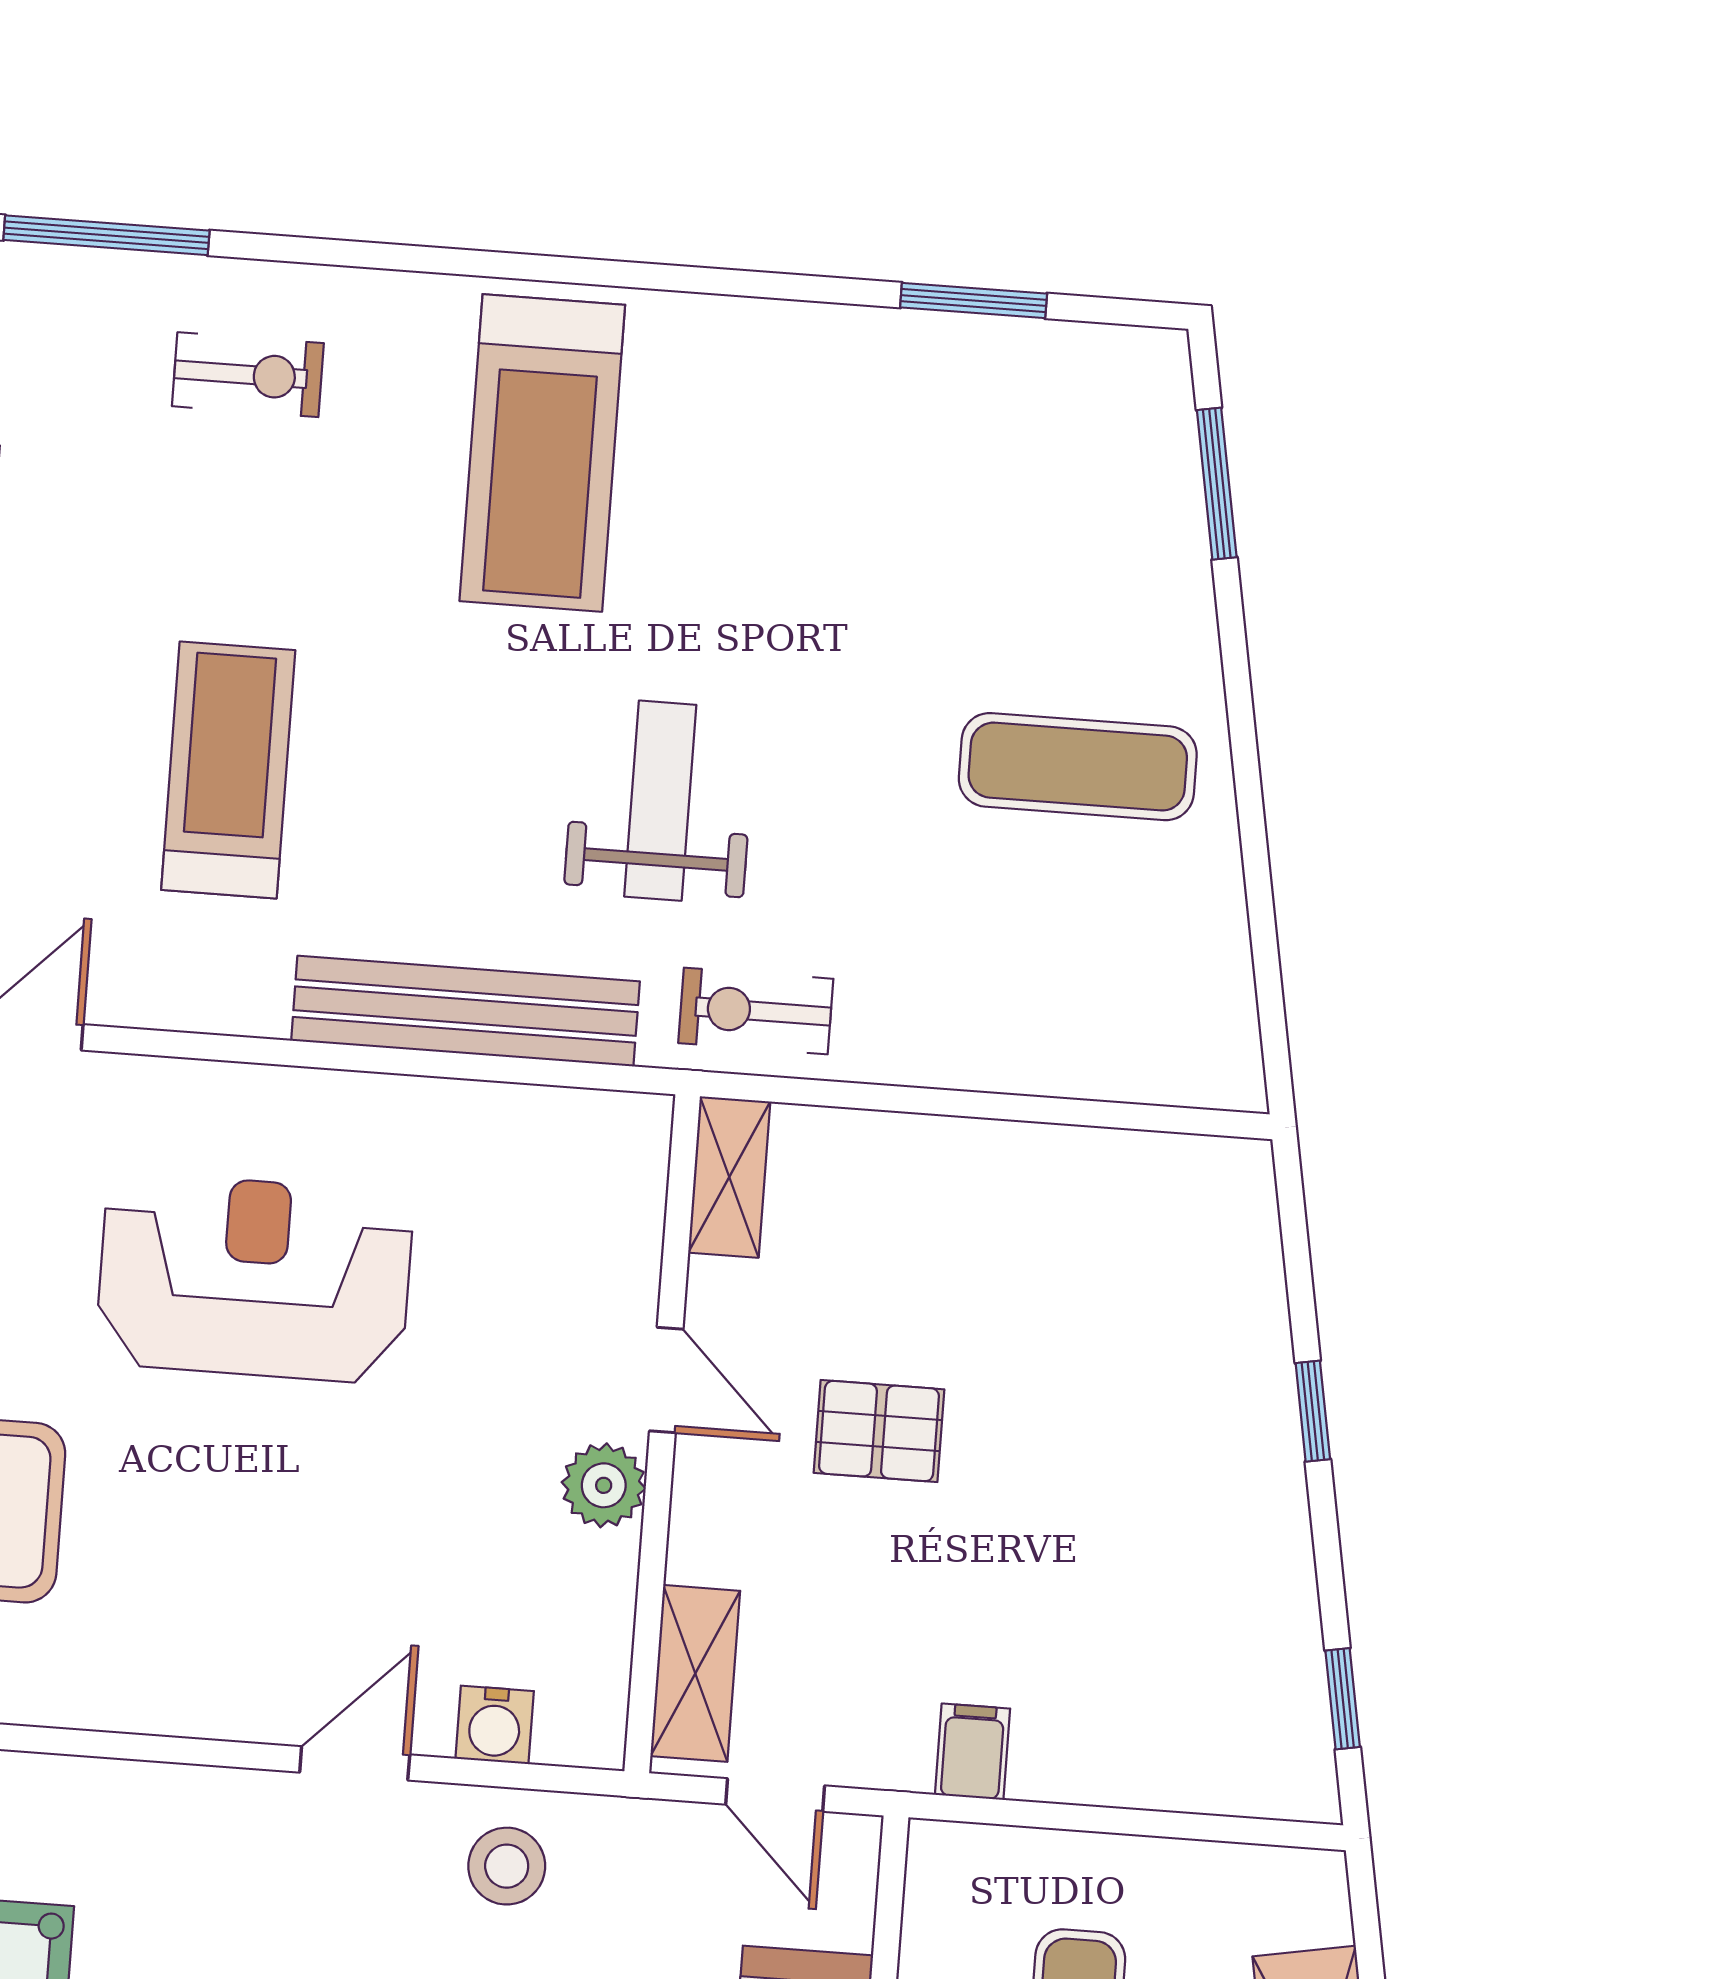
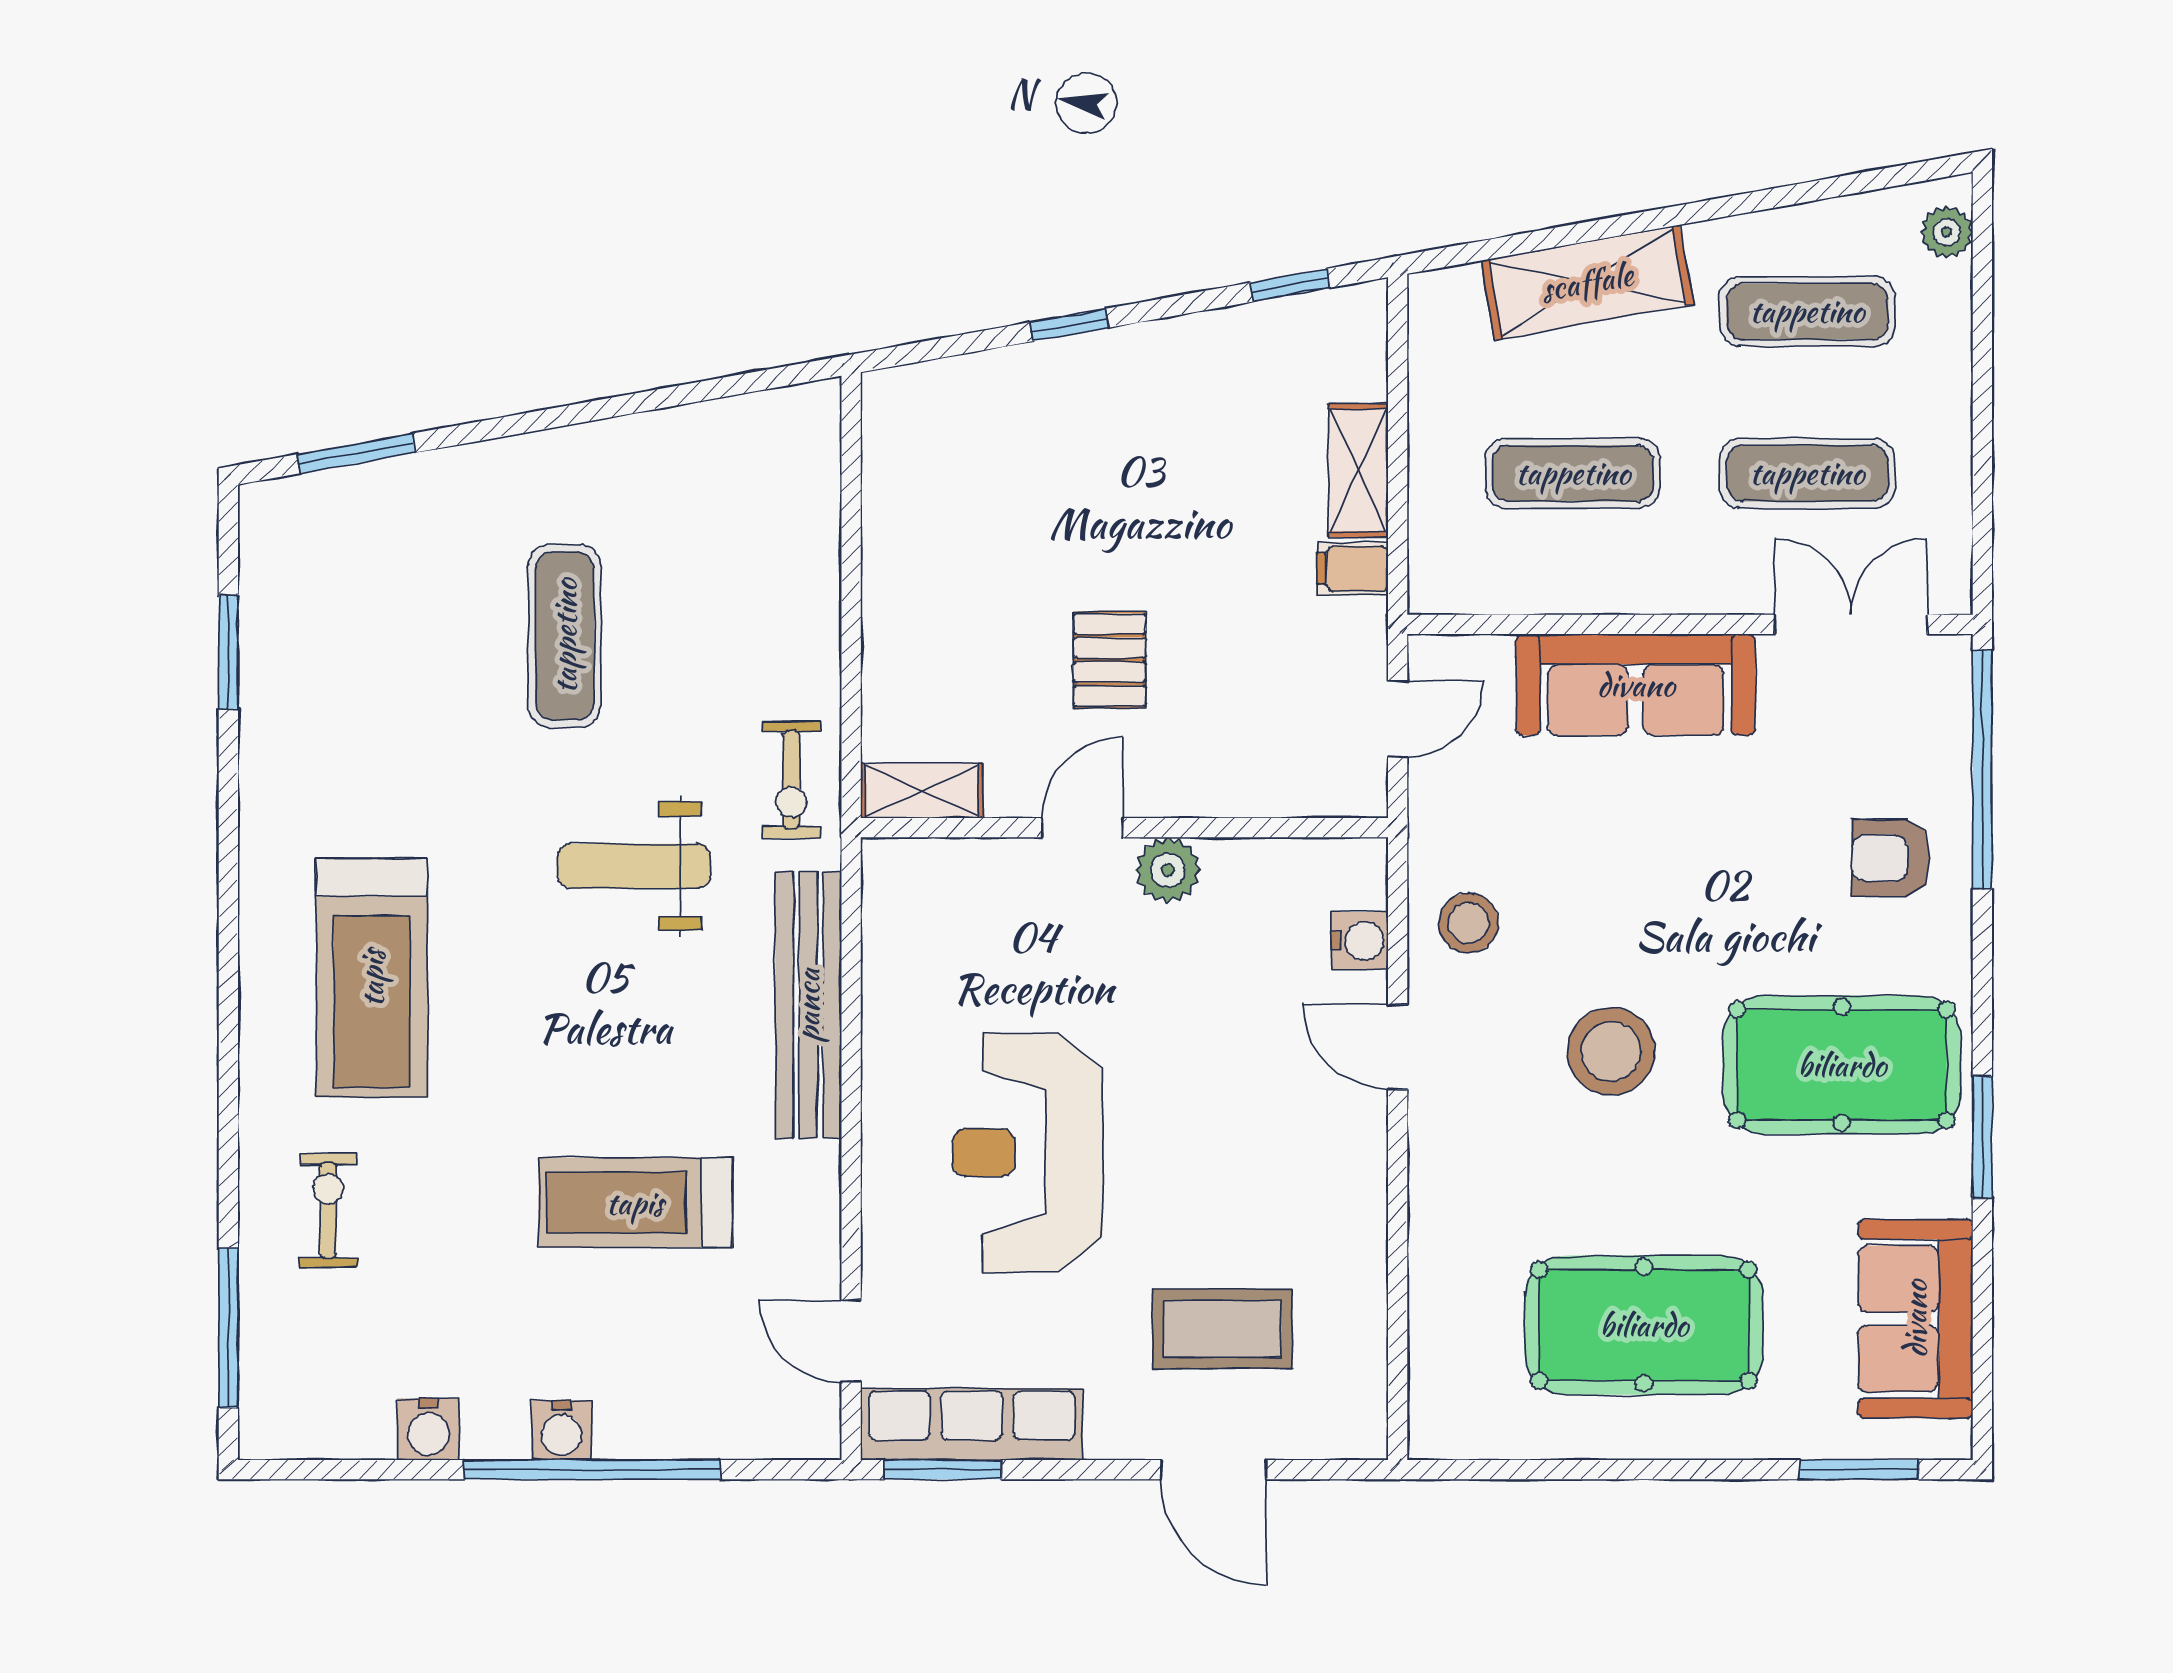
treadmill: (542, 453) -> (372, 978), turned 90
exercise mat: (1078, 767) -> (565, 636), moved
shelving: (695, 1673) -> (1358, 470), moved, turned 90

